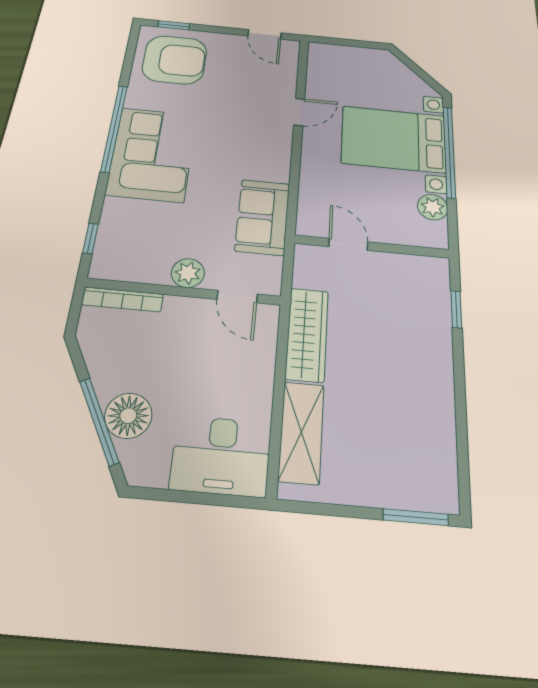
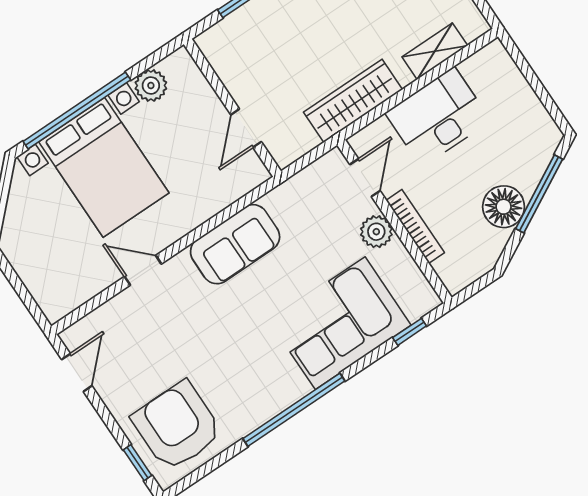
corner sofa: (152, 154) -> (340, 323), moved
sofa: (263, 217) -> (235, 244), moved
bookcase: (123, 299) -> (415, 226), moved
floor lamp: (128, 416) -> (504, 207), moved
shelving: (301, 432) -> (435, 51), width x0.67, depth x0.75
desk: (221, 456) -> (438, 117), moved, turned -90

